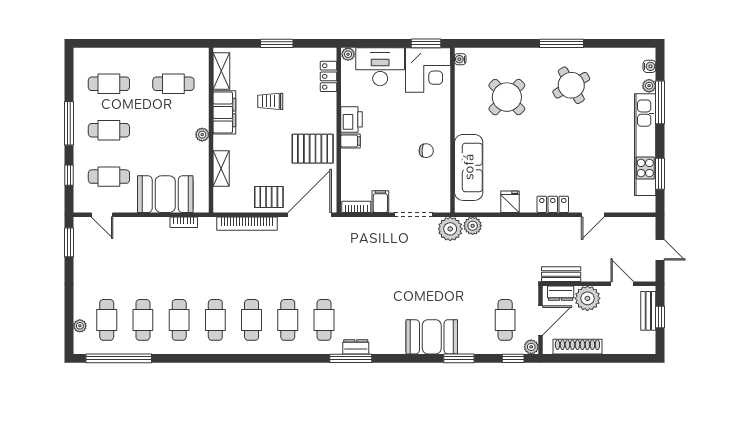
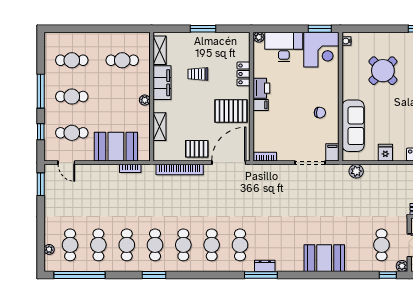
locker: (328, 76) -> (243, 74), moved
filing cabinet: (380, 202) -> (332, 152), moved
plant: (450, 229) -> (339, 174), removed
window: (459, 358) -> (154, 275), moved

